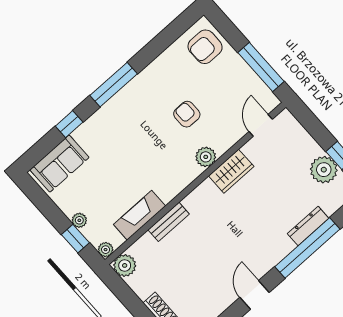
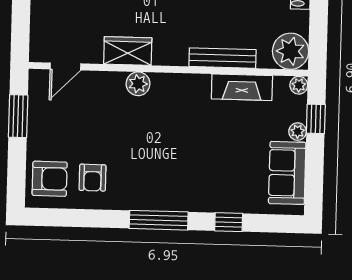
window: (261, 67) -> (18, 116), width x0.69
armchair: (187, 114) -> (93, 178), moved
sofa: (59, 164) -> (287, 173), moved, turned -90
bench: (169, 222) -> (222, 58), width x1.36
plant: (125, 265) -> (291, 51), width x1.36, depth x1.36

